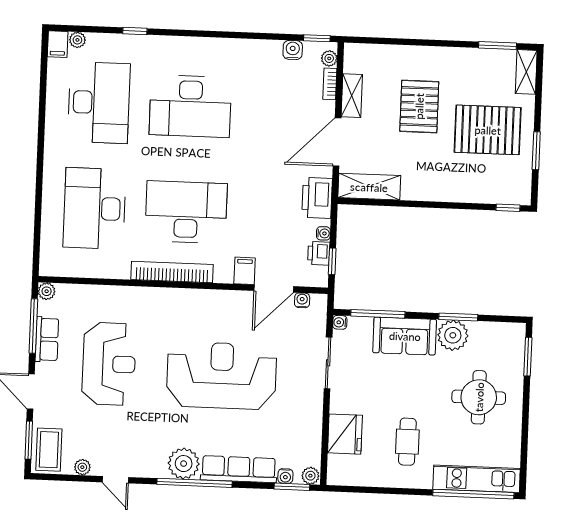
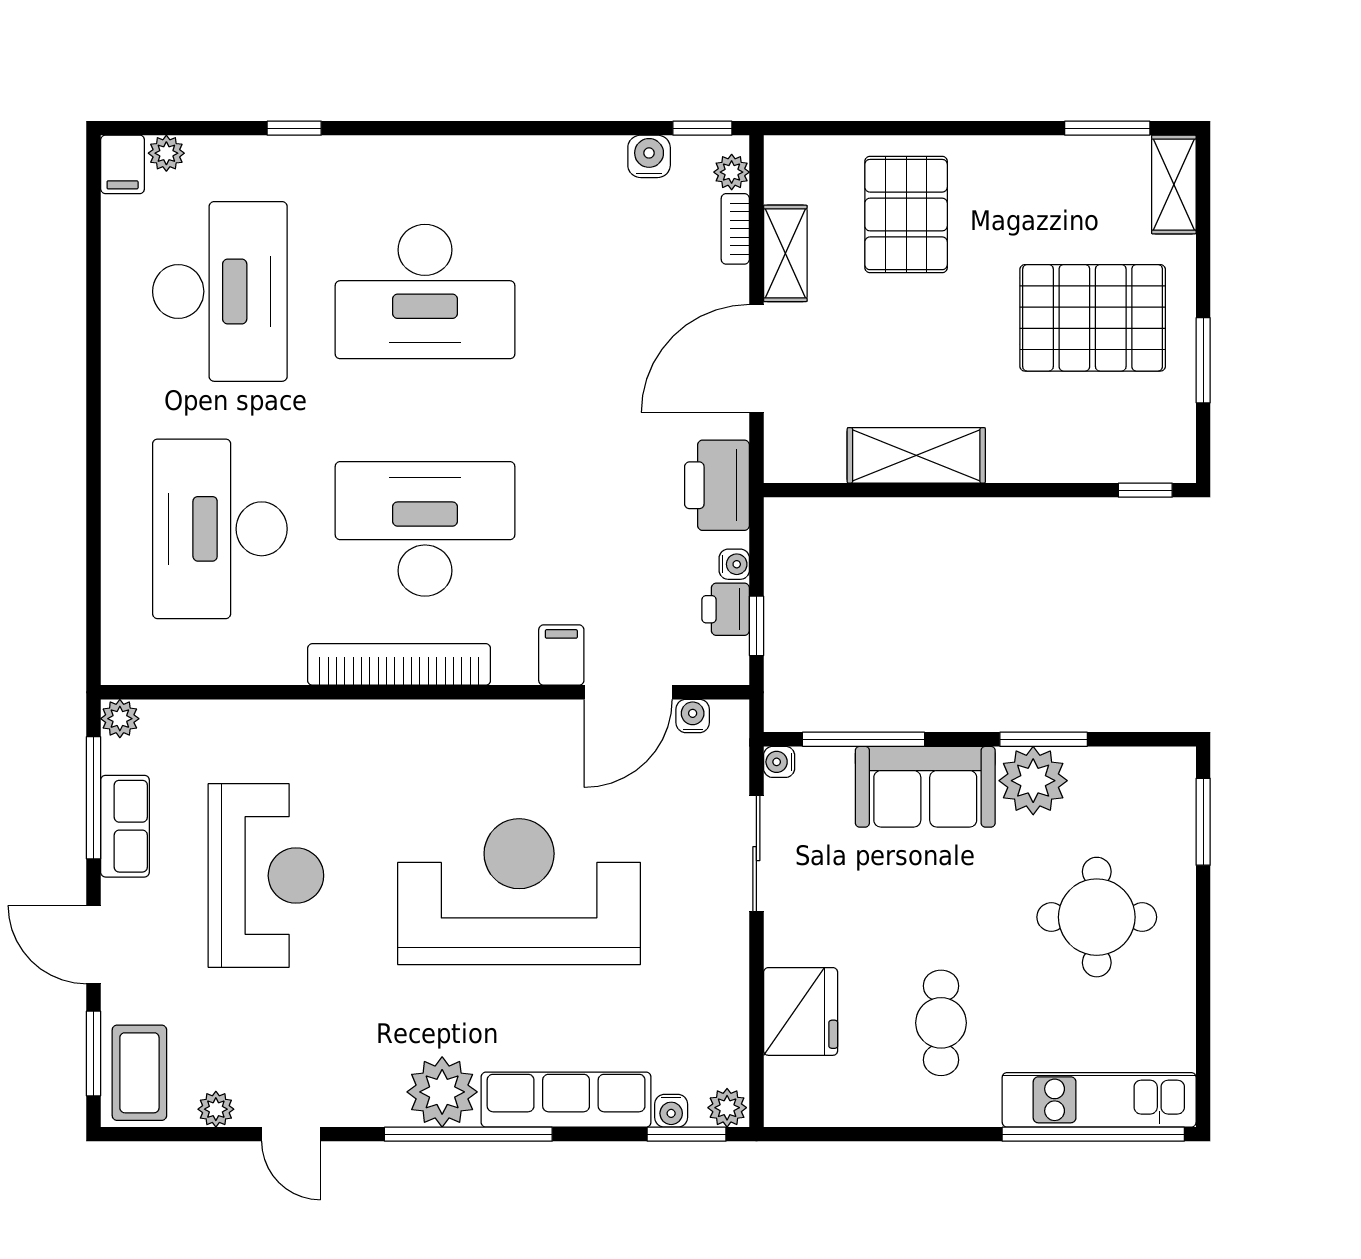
pallet: (419, 106) -> (906, 215), moved
shelving: (369, 187) -> (916, 455), moved

